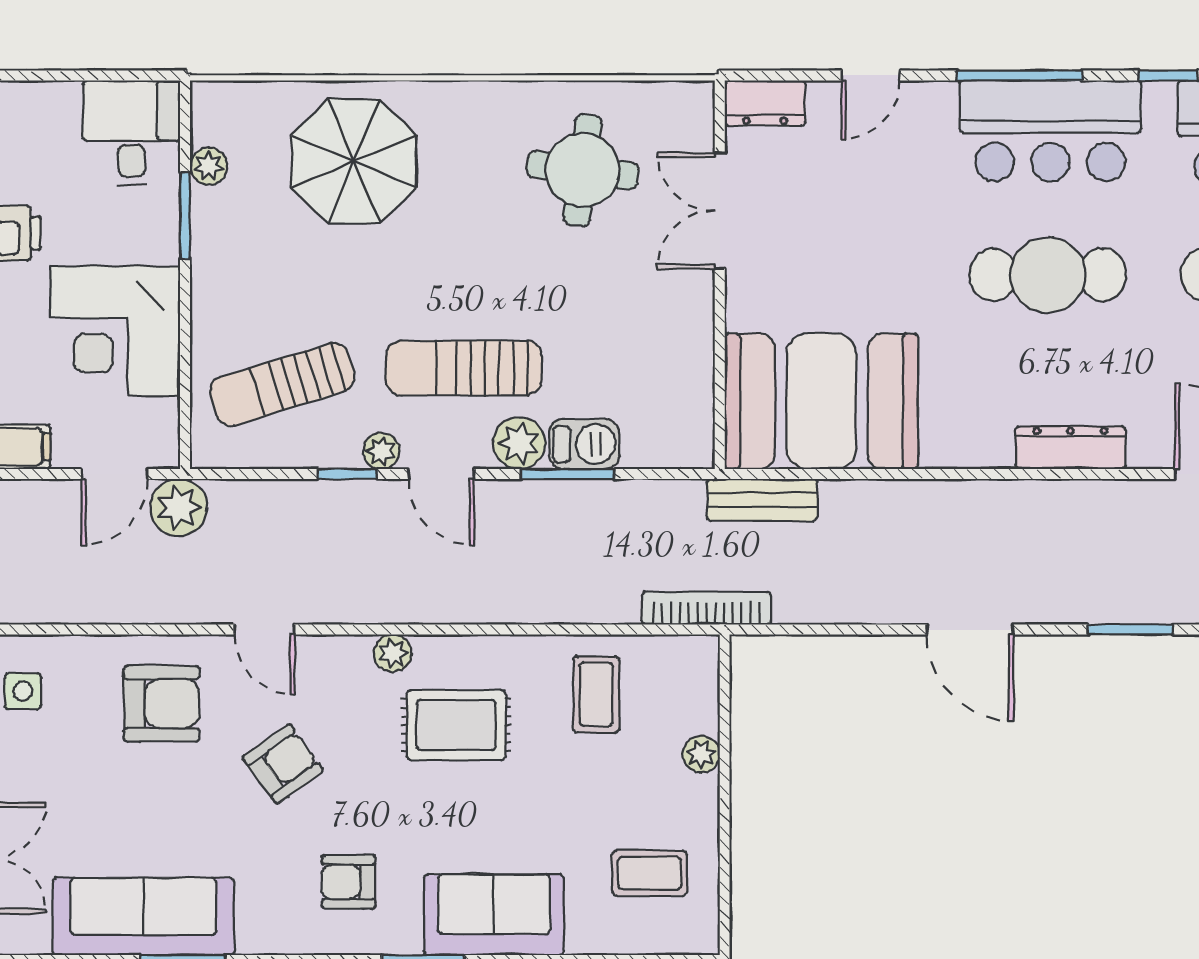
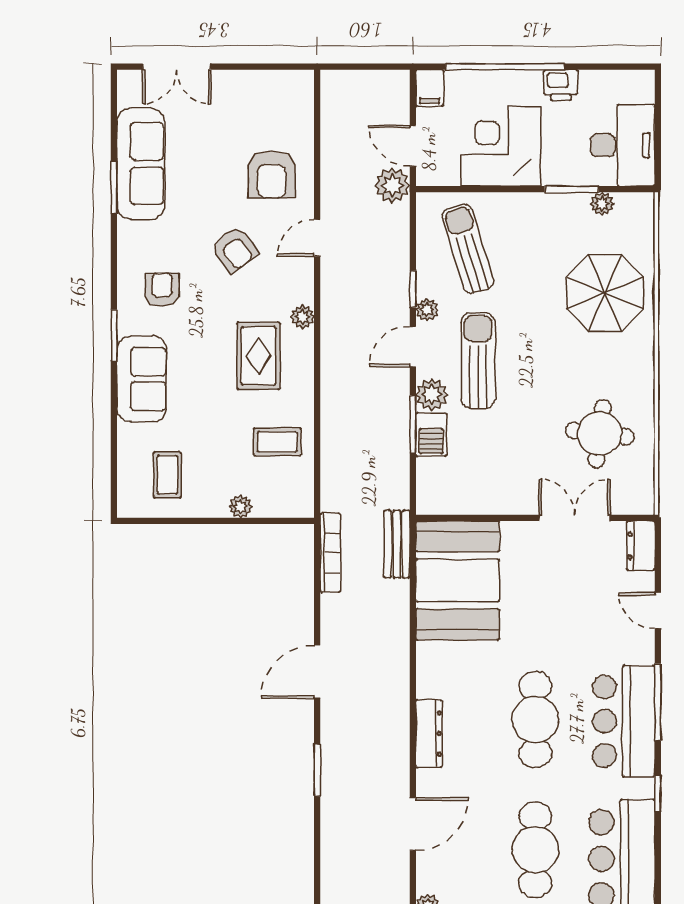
desk: (132, 133) -> (623, 145), width x1.37
bookcase: (706, 608) -> (330, 553), moved
side table: (23, 691) -> (279, 90), removed

